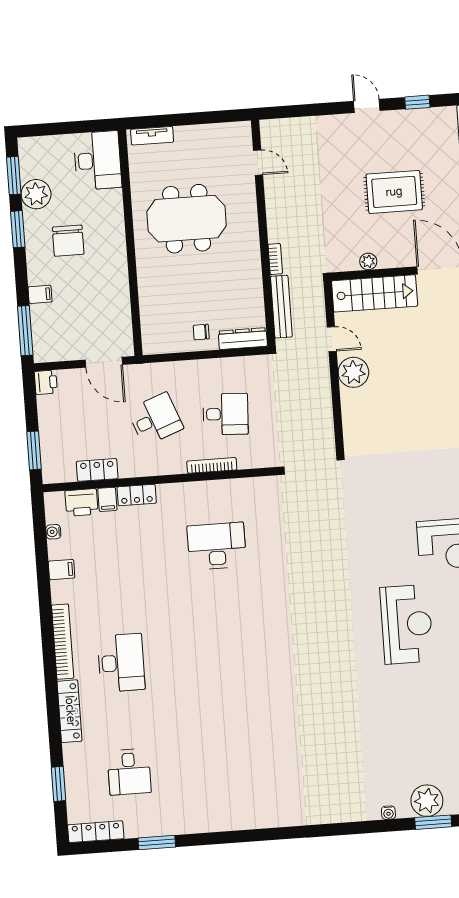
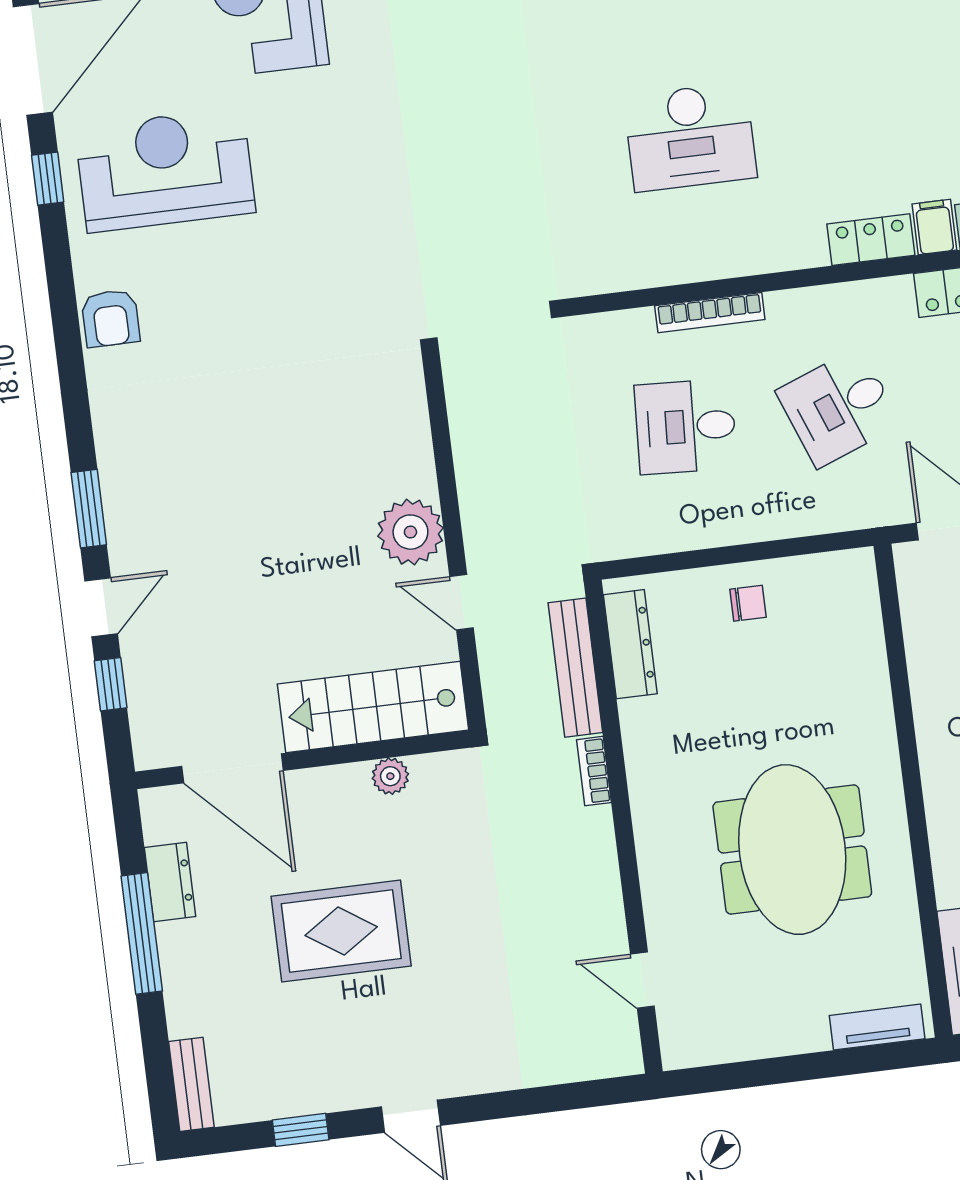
meeting table: (187, 219) -> (792, 850), turned 90
dresser: (243, 339) -> (630, 644), moved, turned -90

